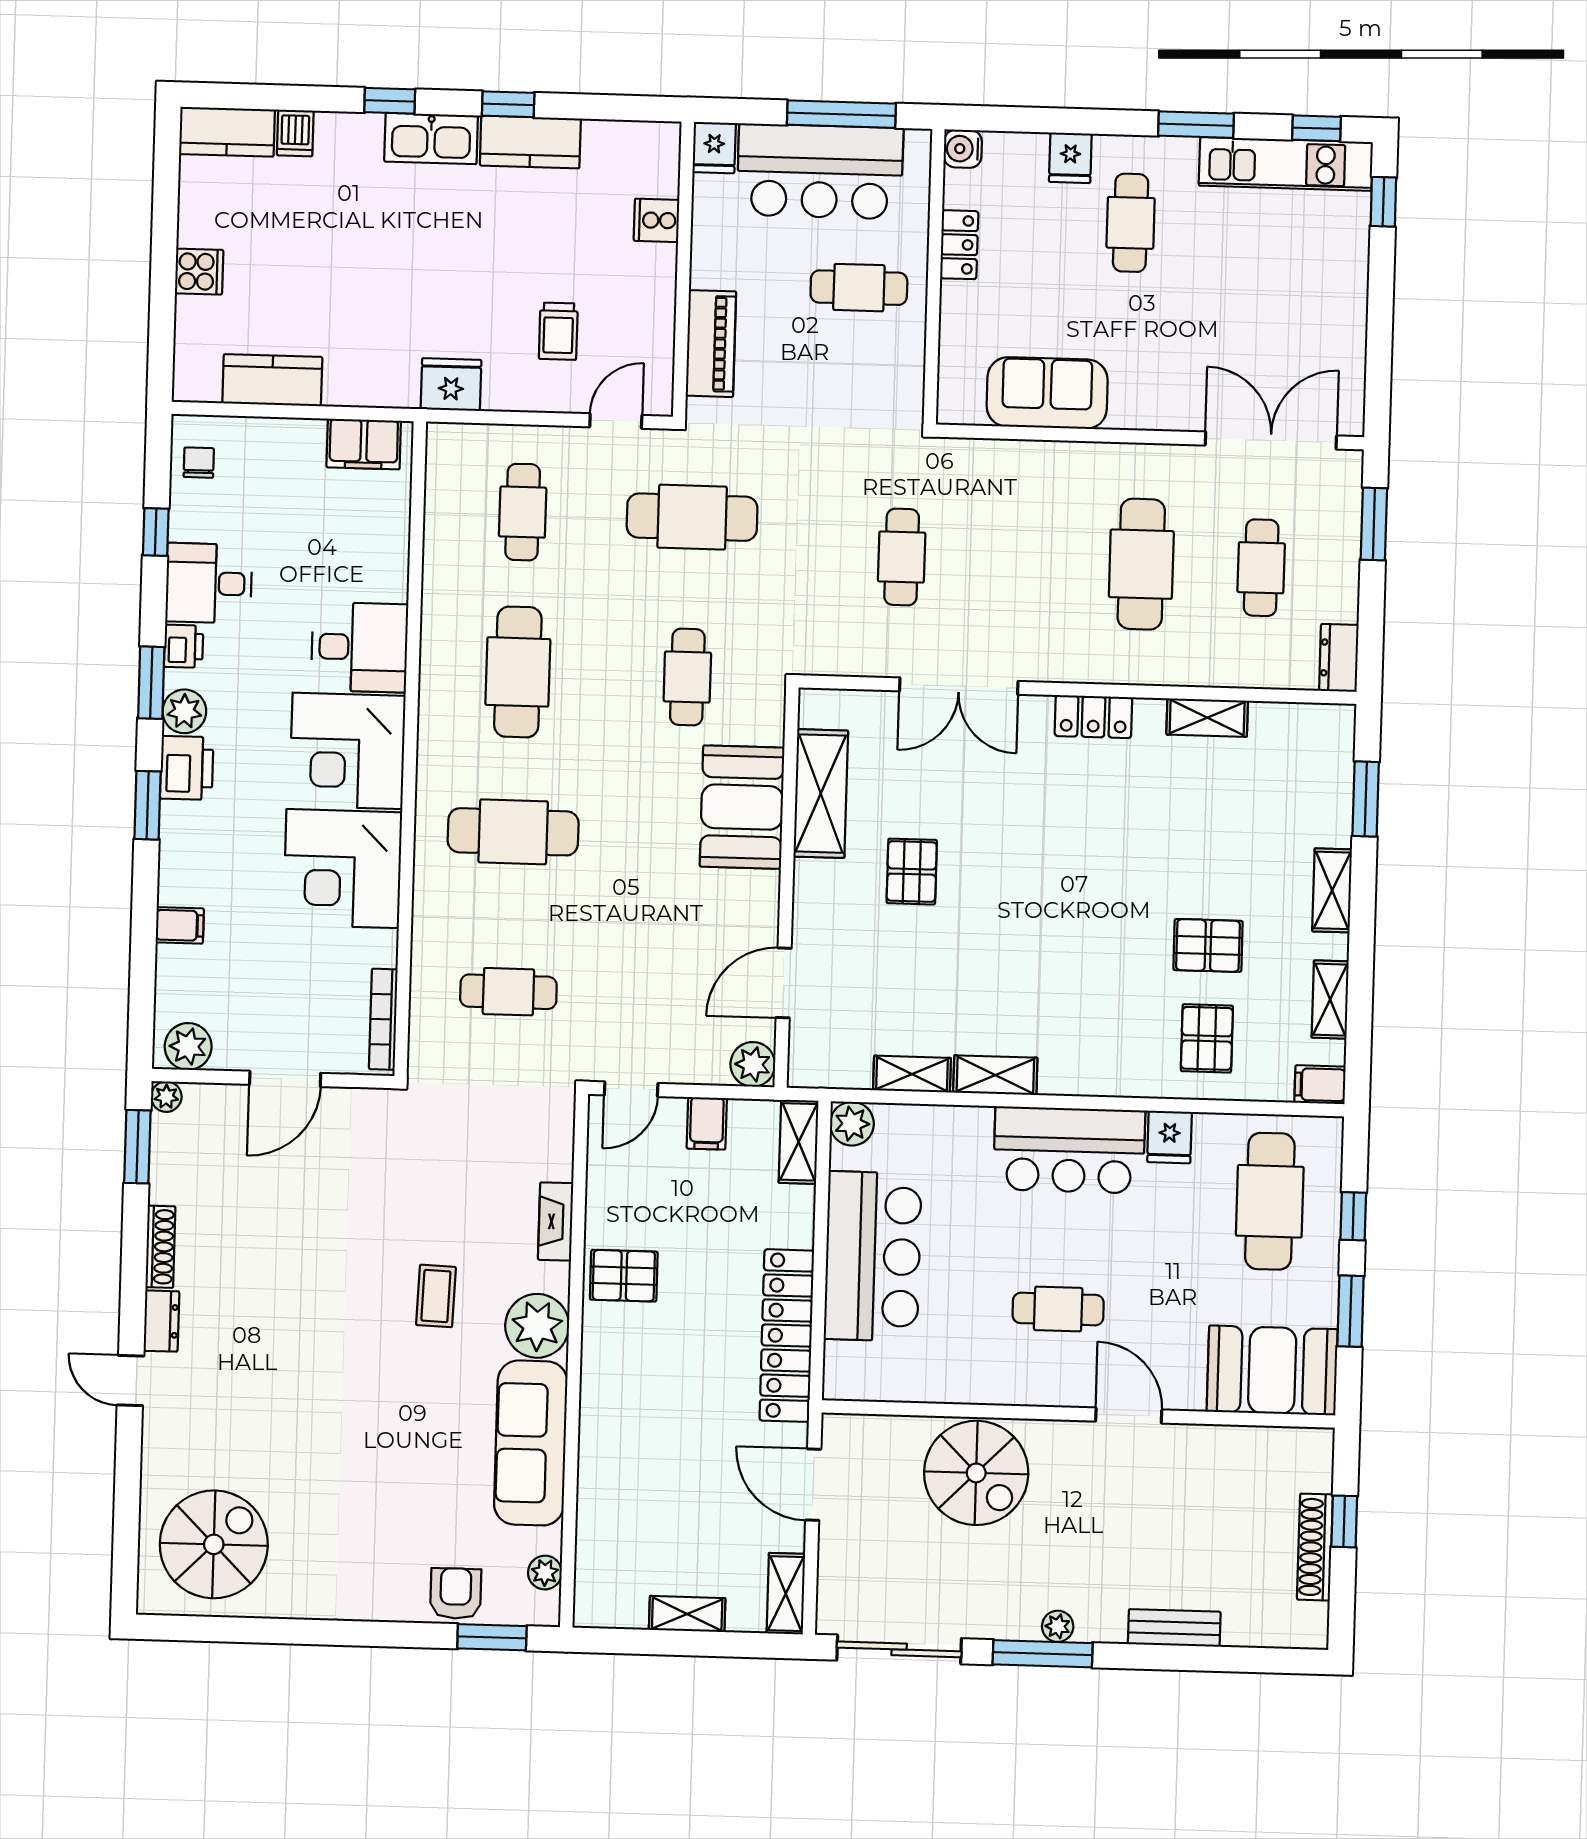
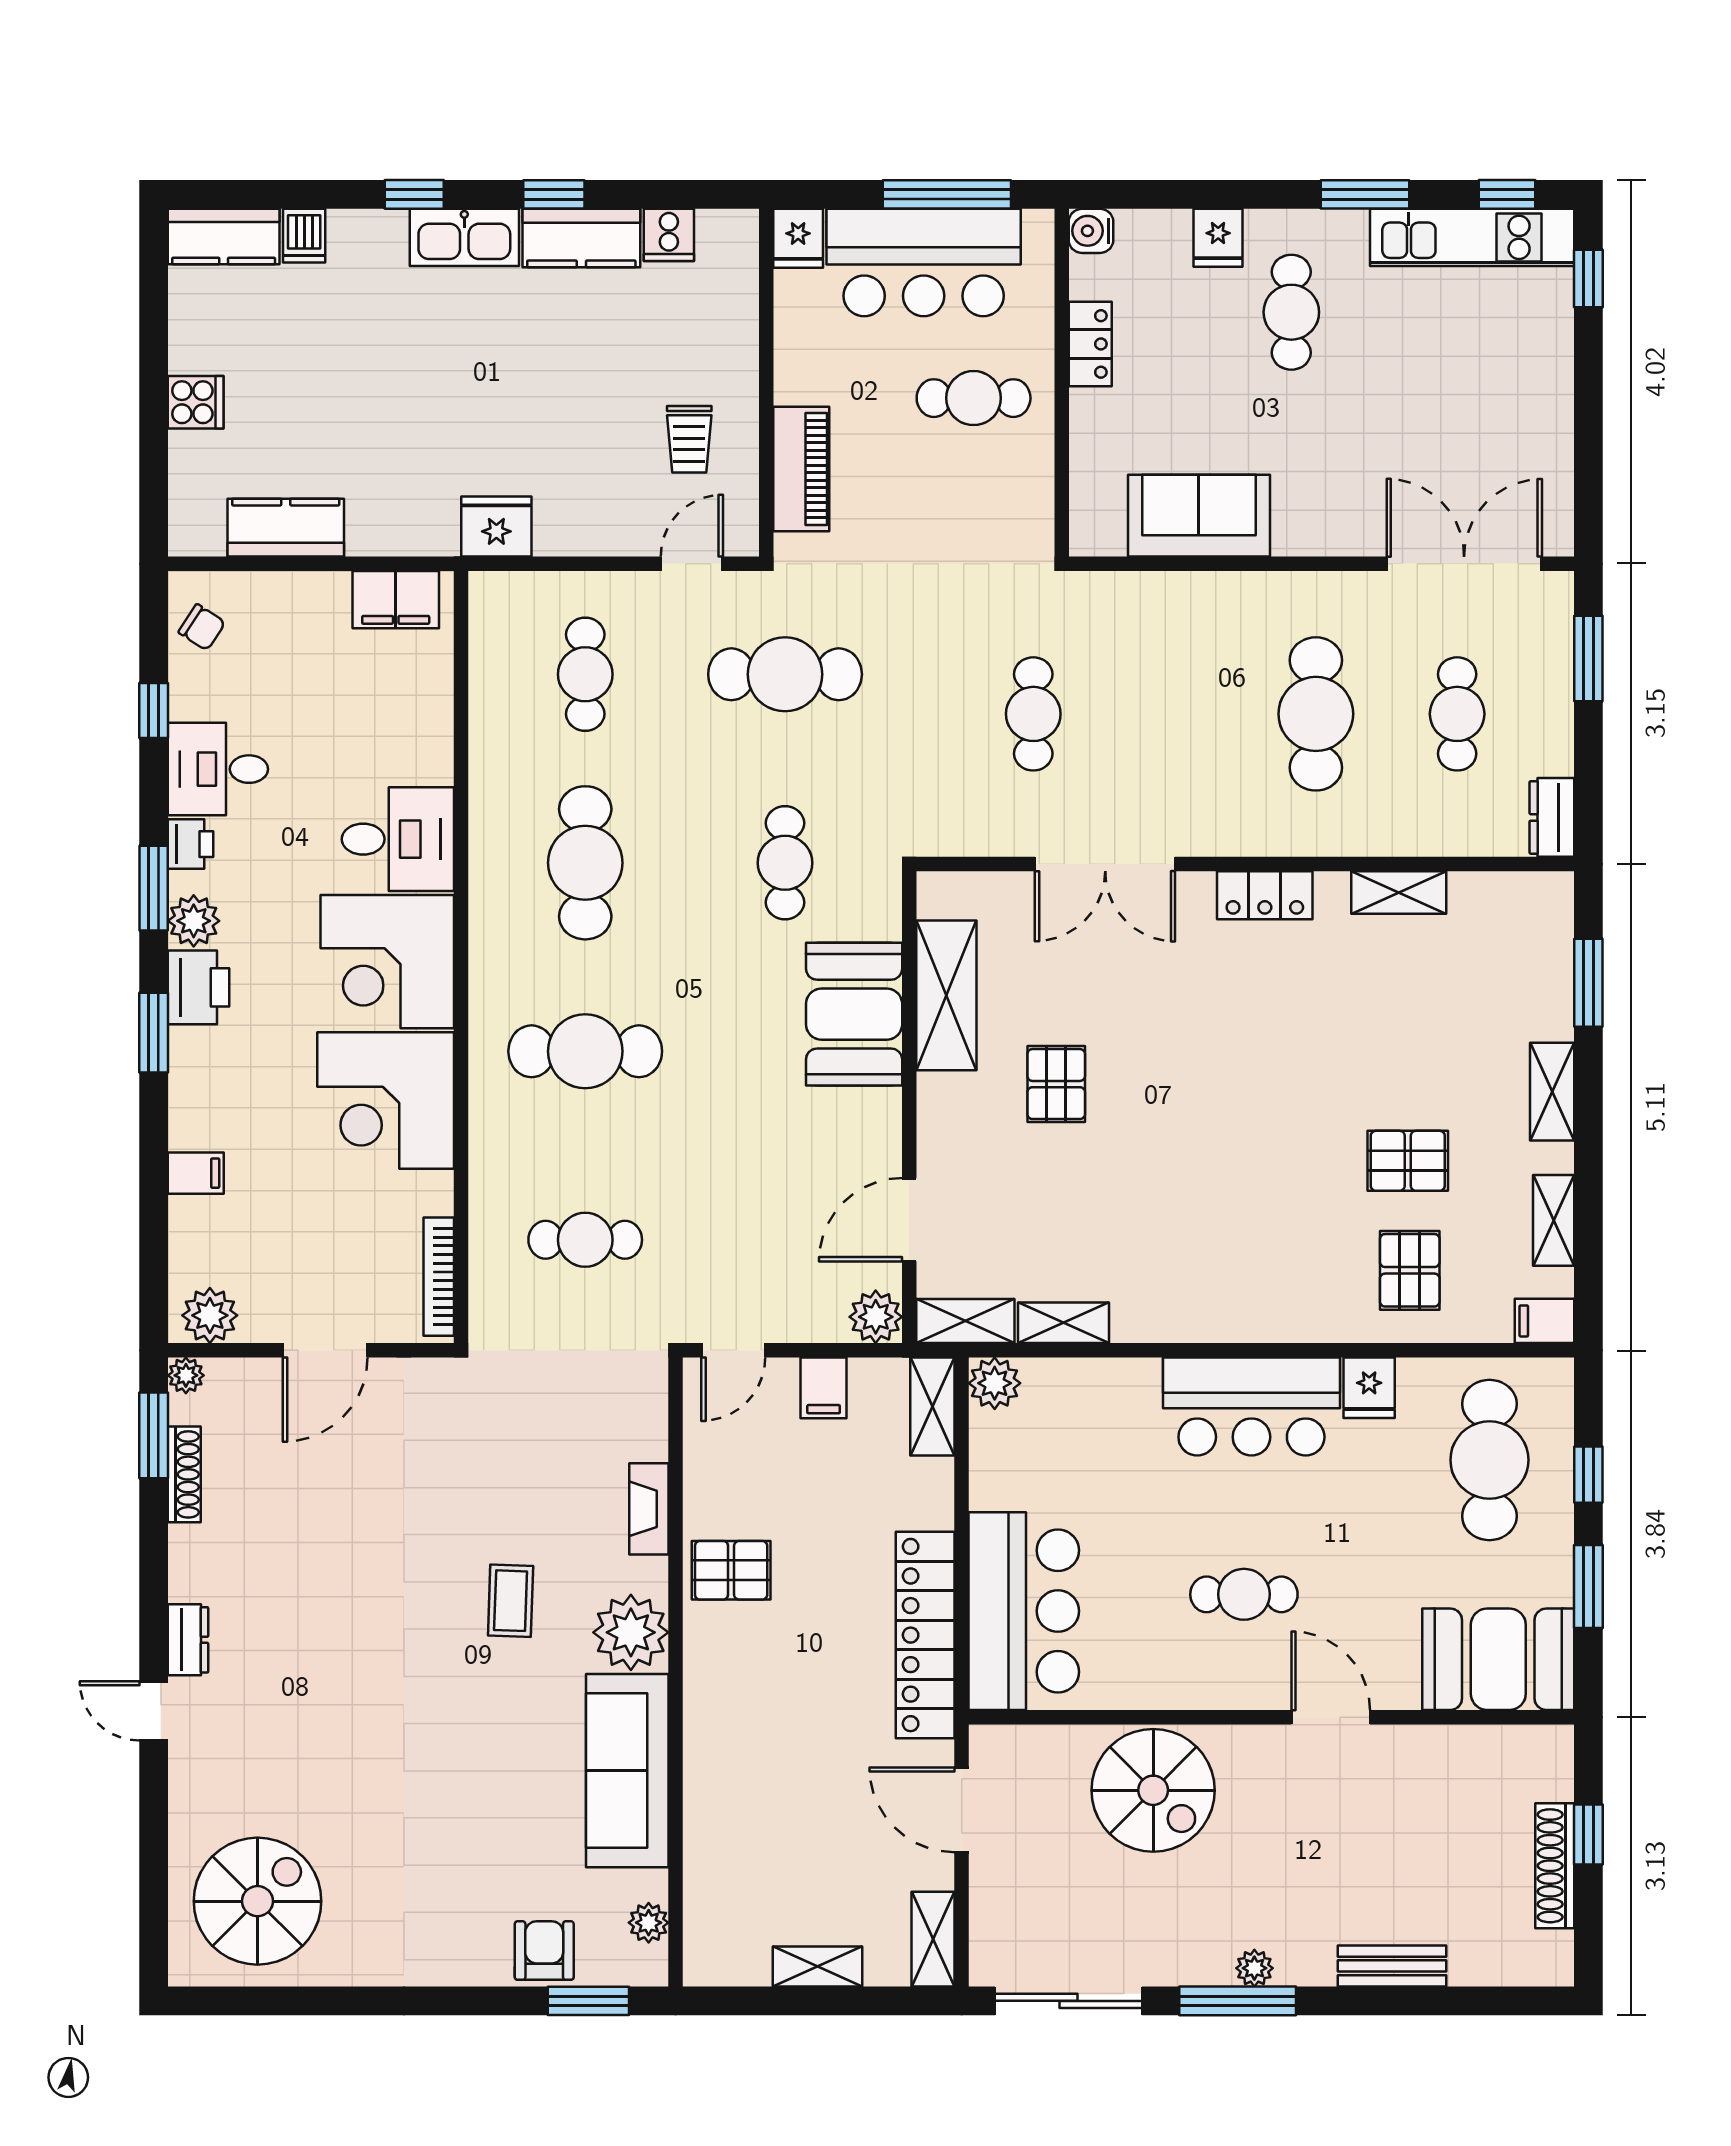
cooker: (657, 220) -> (669, 235), moved, turned -90
trolley: (558, 331) -> (689, 439), moved
chair: (199, 463) -> (202, 627), turned 123
shelving: (995, 1075) -> (965, 1321), moved
shoe rack: (160, 1247) -> (184, 1474), moved
bar counter: (873, 1256) -> (1024, 1611), moved

